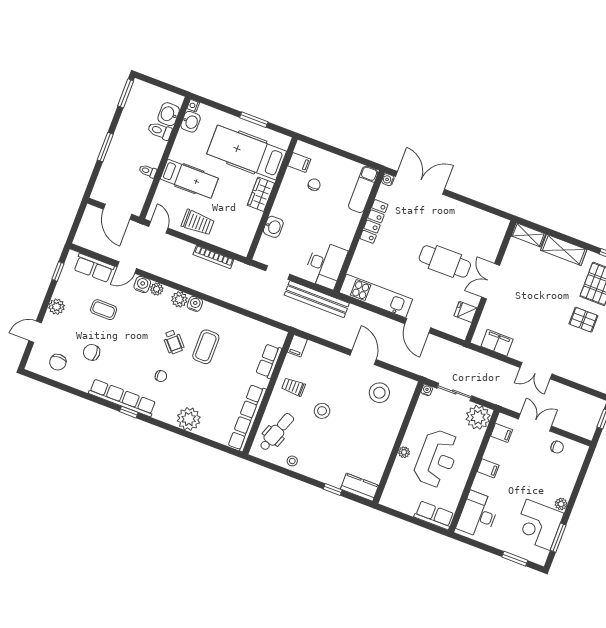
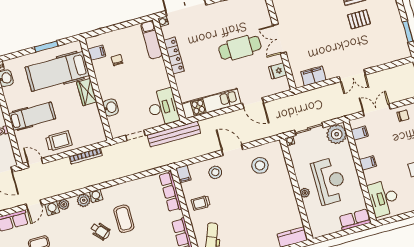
row of seats: (269, 361) -> (170, 192), width x1.48
stool: (322, 411) -> (215, 172), moved

